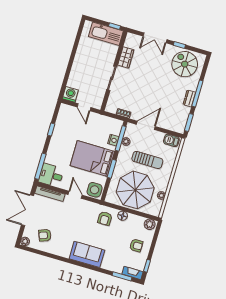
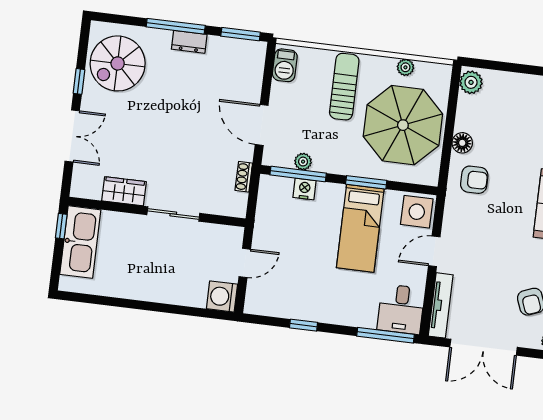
bed: (92, 158) -> (360, 228), width x0.67
sun lounger: (147, 160) -> (344, 87), moved
armchair: (136, 245) -> (521, 104), removed

